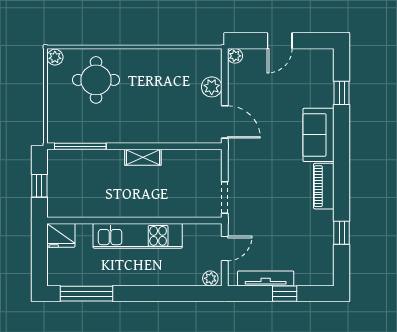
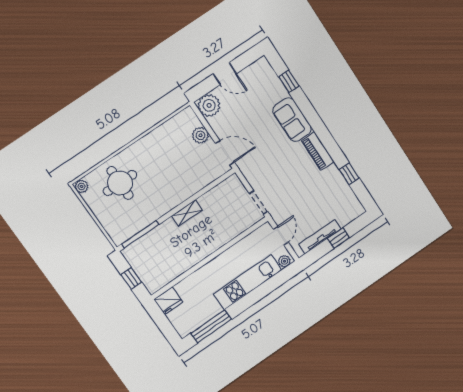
door: (280, 41) -> (225, 74), hinge flipped
plant: (235, 56) -> (209, 105), width x1.88, depth x1.88
kitchen unit: (138, 236) -> (248, 282), moved, turned 180

